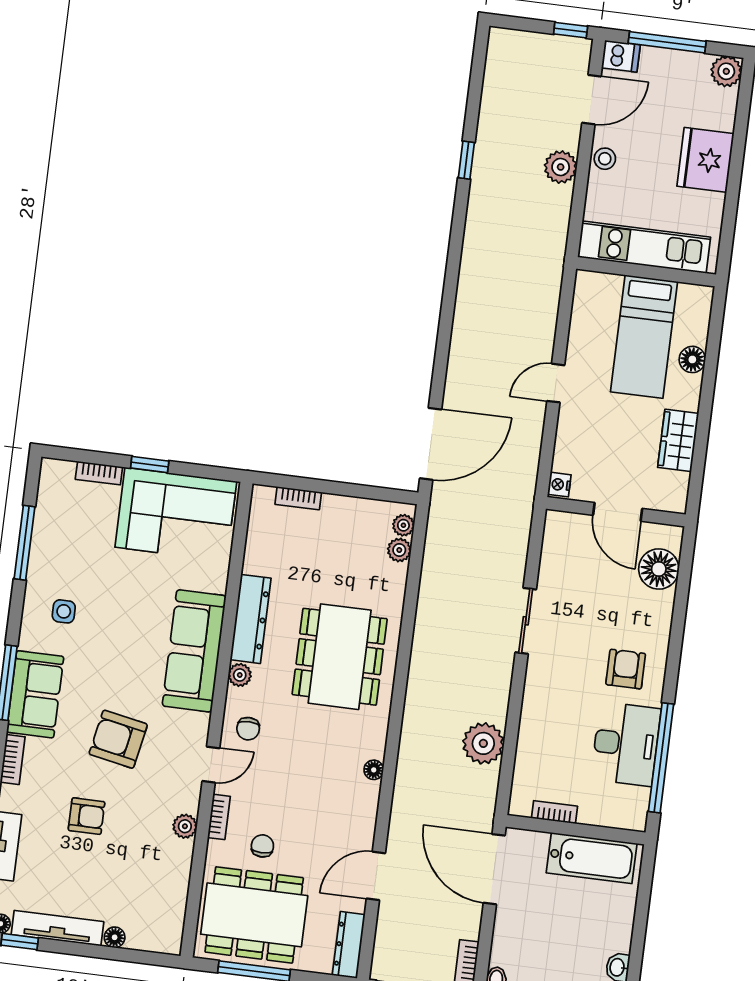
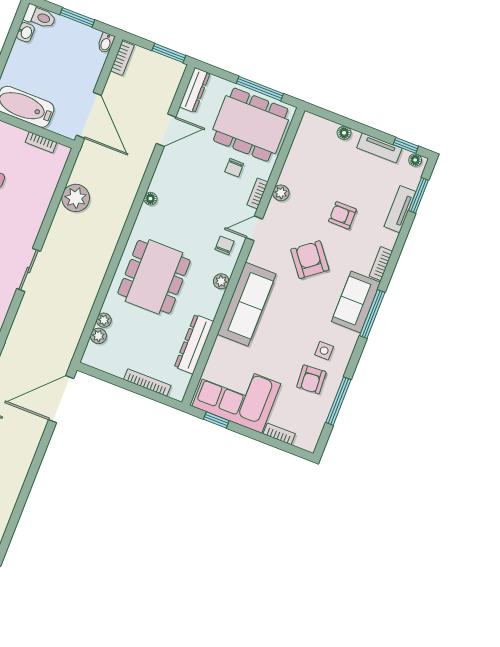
window: (150, 465) -> (216, 420), moved
bookcase: (298, 498) -> (147, 382), width x1.56
plant: (403, 525) -> (104, 320), moved
armchair: (72, 565) -> (311, 379), added
dresser: (251, 619) -> (194, 344), moved
armchair: (118, 739) -> (310, 260), turned -139
tv unit: (57, 928) -> (379, 148), width x0.71

